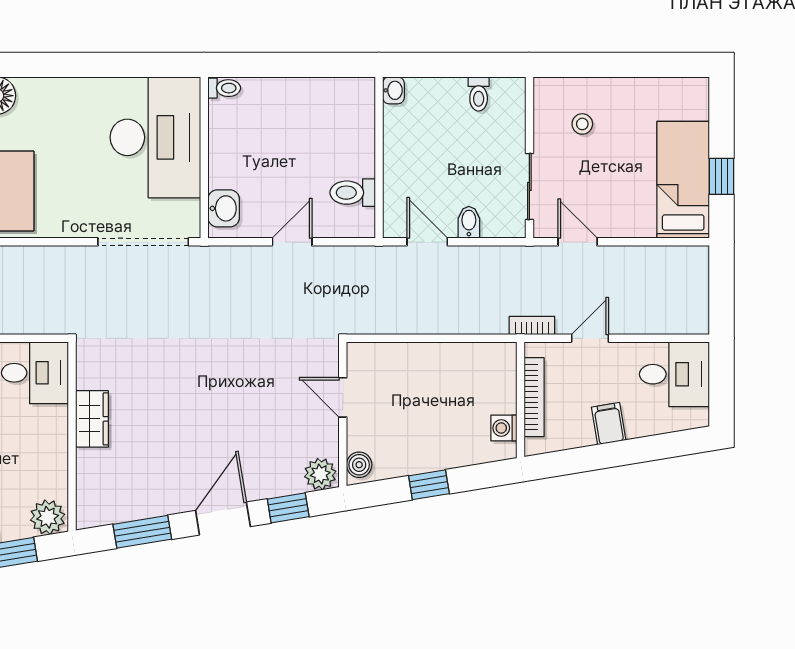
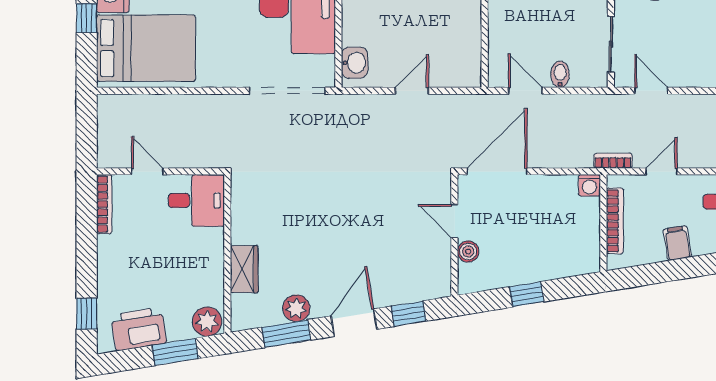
toilet: (353, 193) -> (463, 49), removed
door: (394, 338) -> (497, 171), added
wardrobe: (92, 419) -> (244, 269), moved
washing machine: (504, 428) -> (589, 185), moved, turned -90
boiler: (359, 465) -> (468, 252), moved
plant: (320, 474) -> (296, 308), moved

